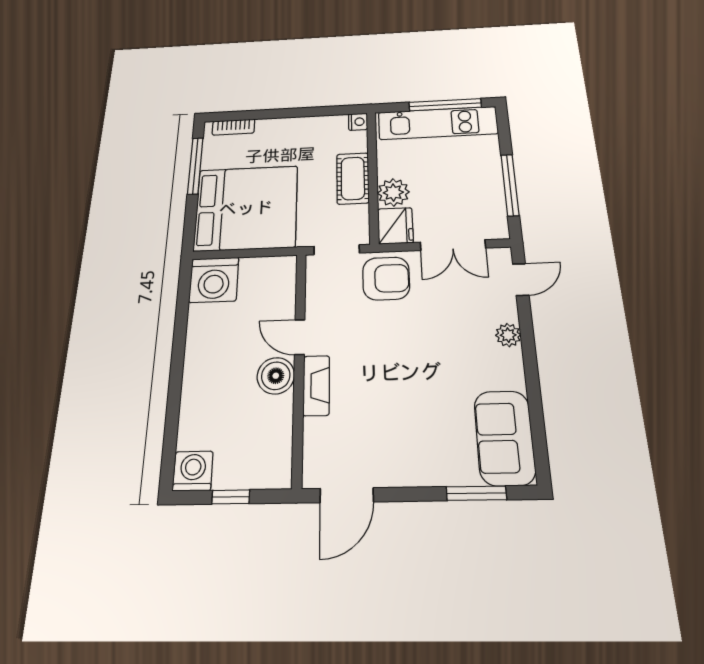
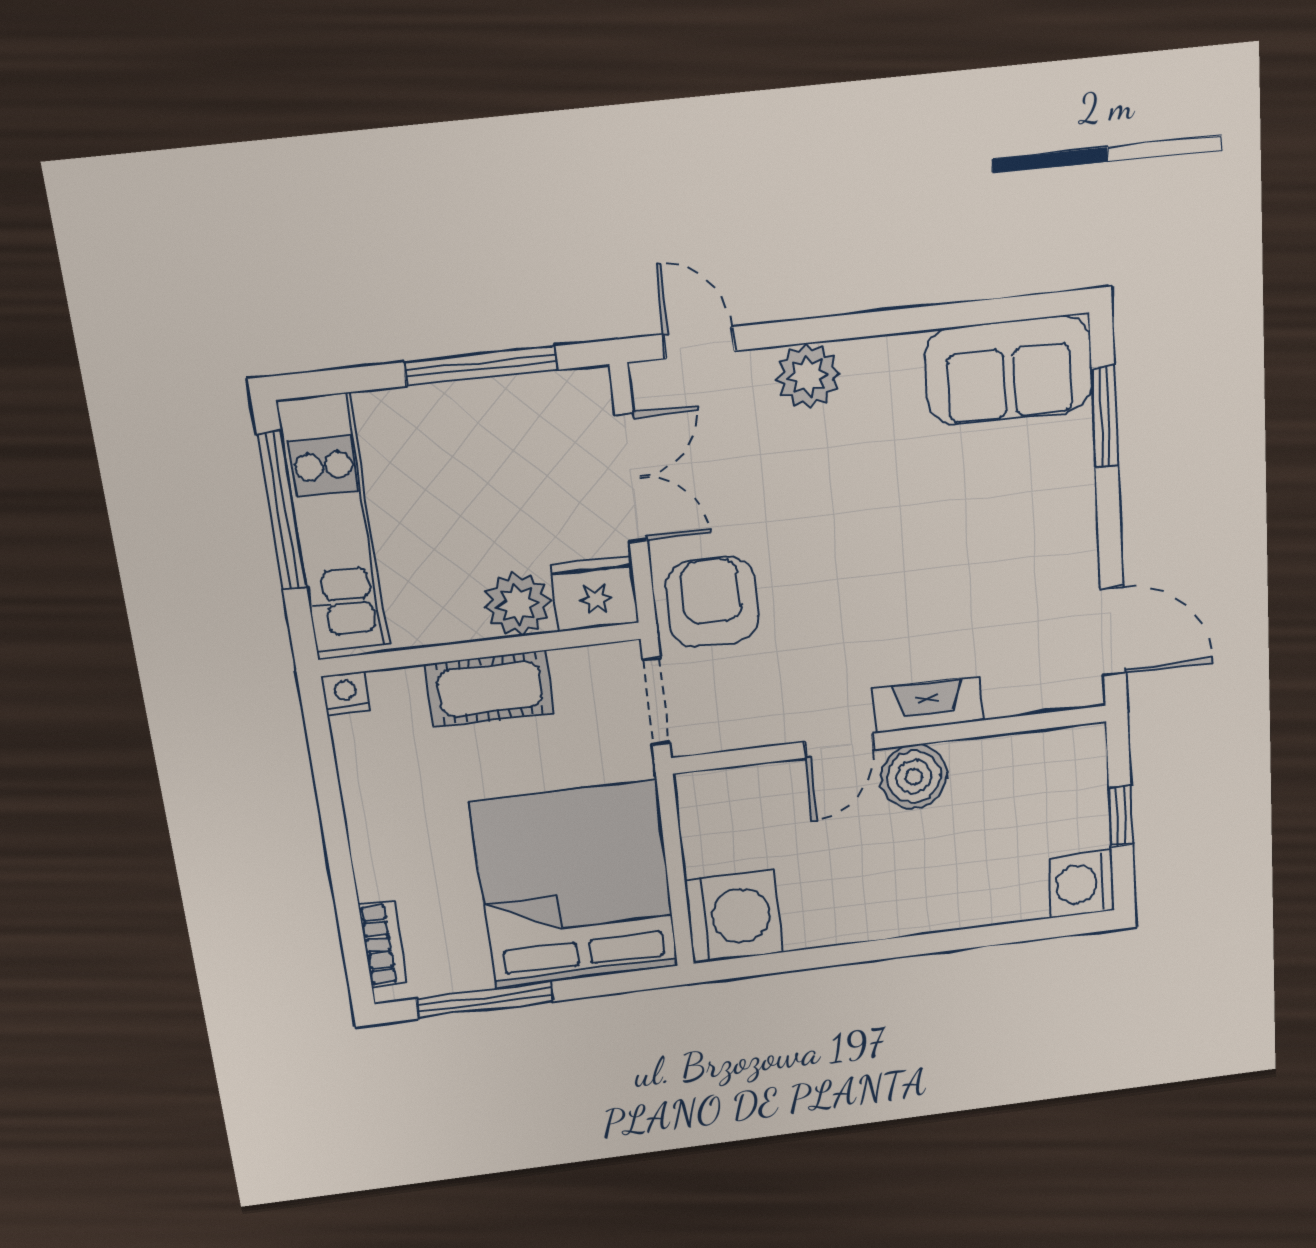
plant: (508, 335) -> (808, 376), width x1.38, depth x1.38

